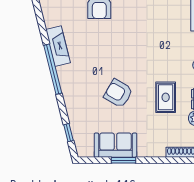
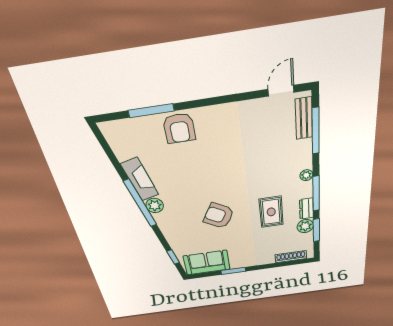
plant: (64, 73) -> (155, 205), added
sofa: (115, 145) -> (207, 263), moved

